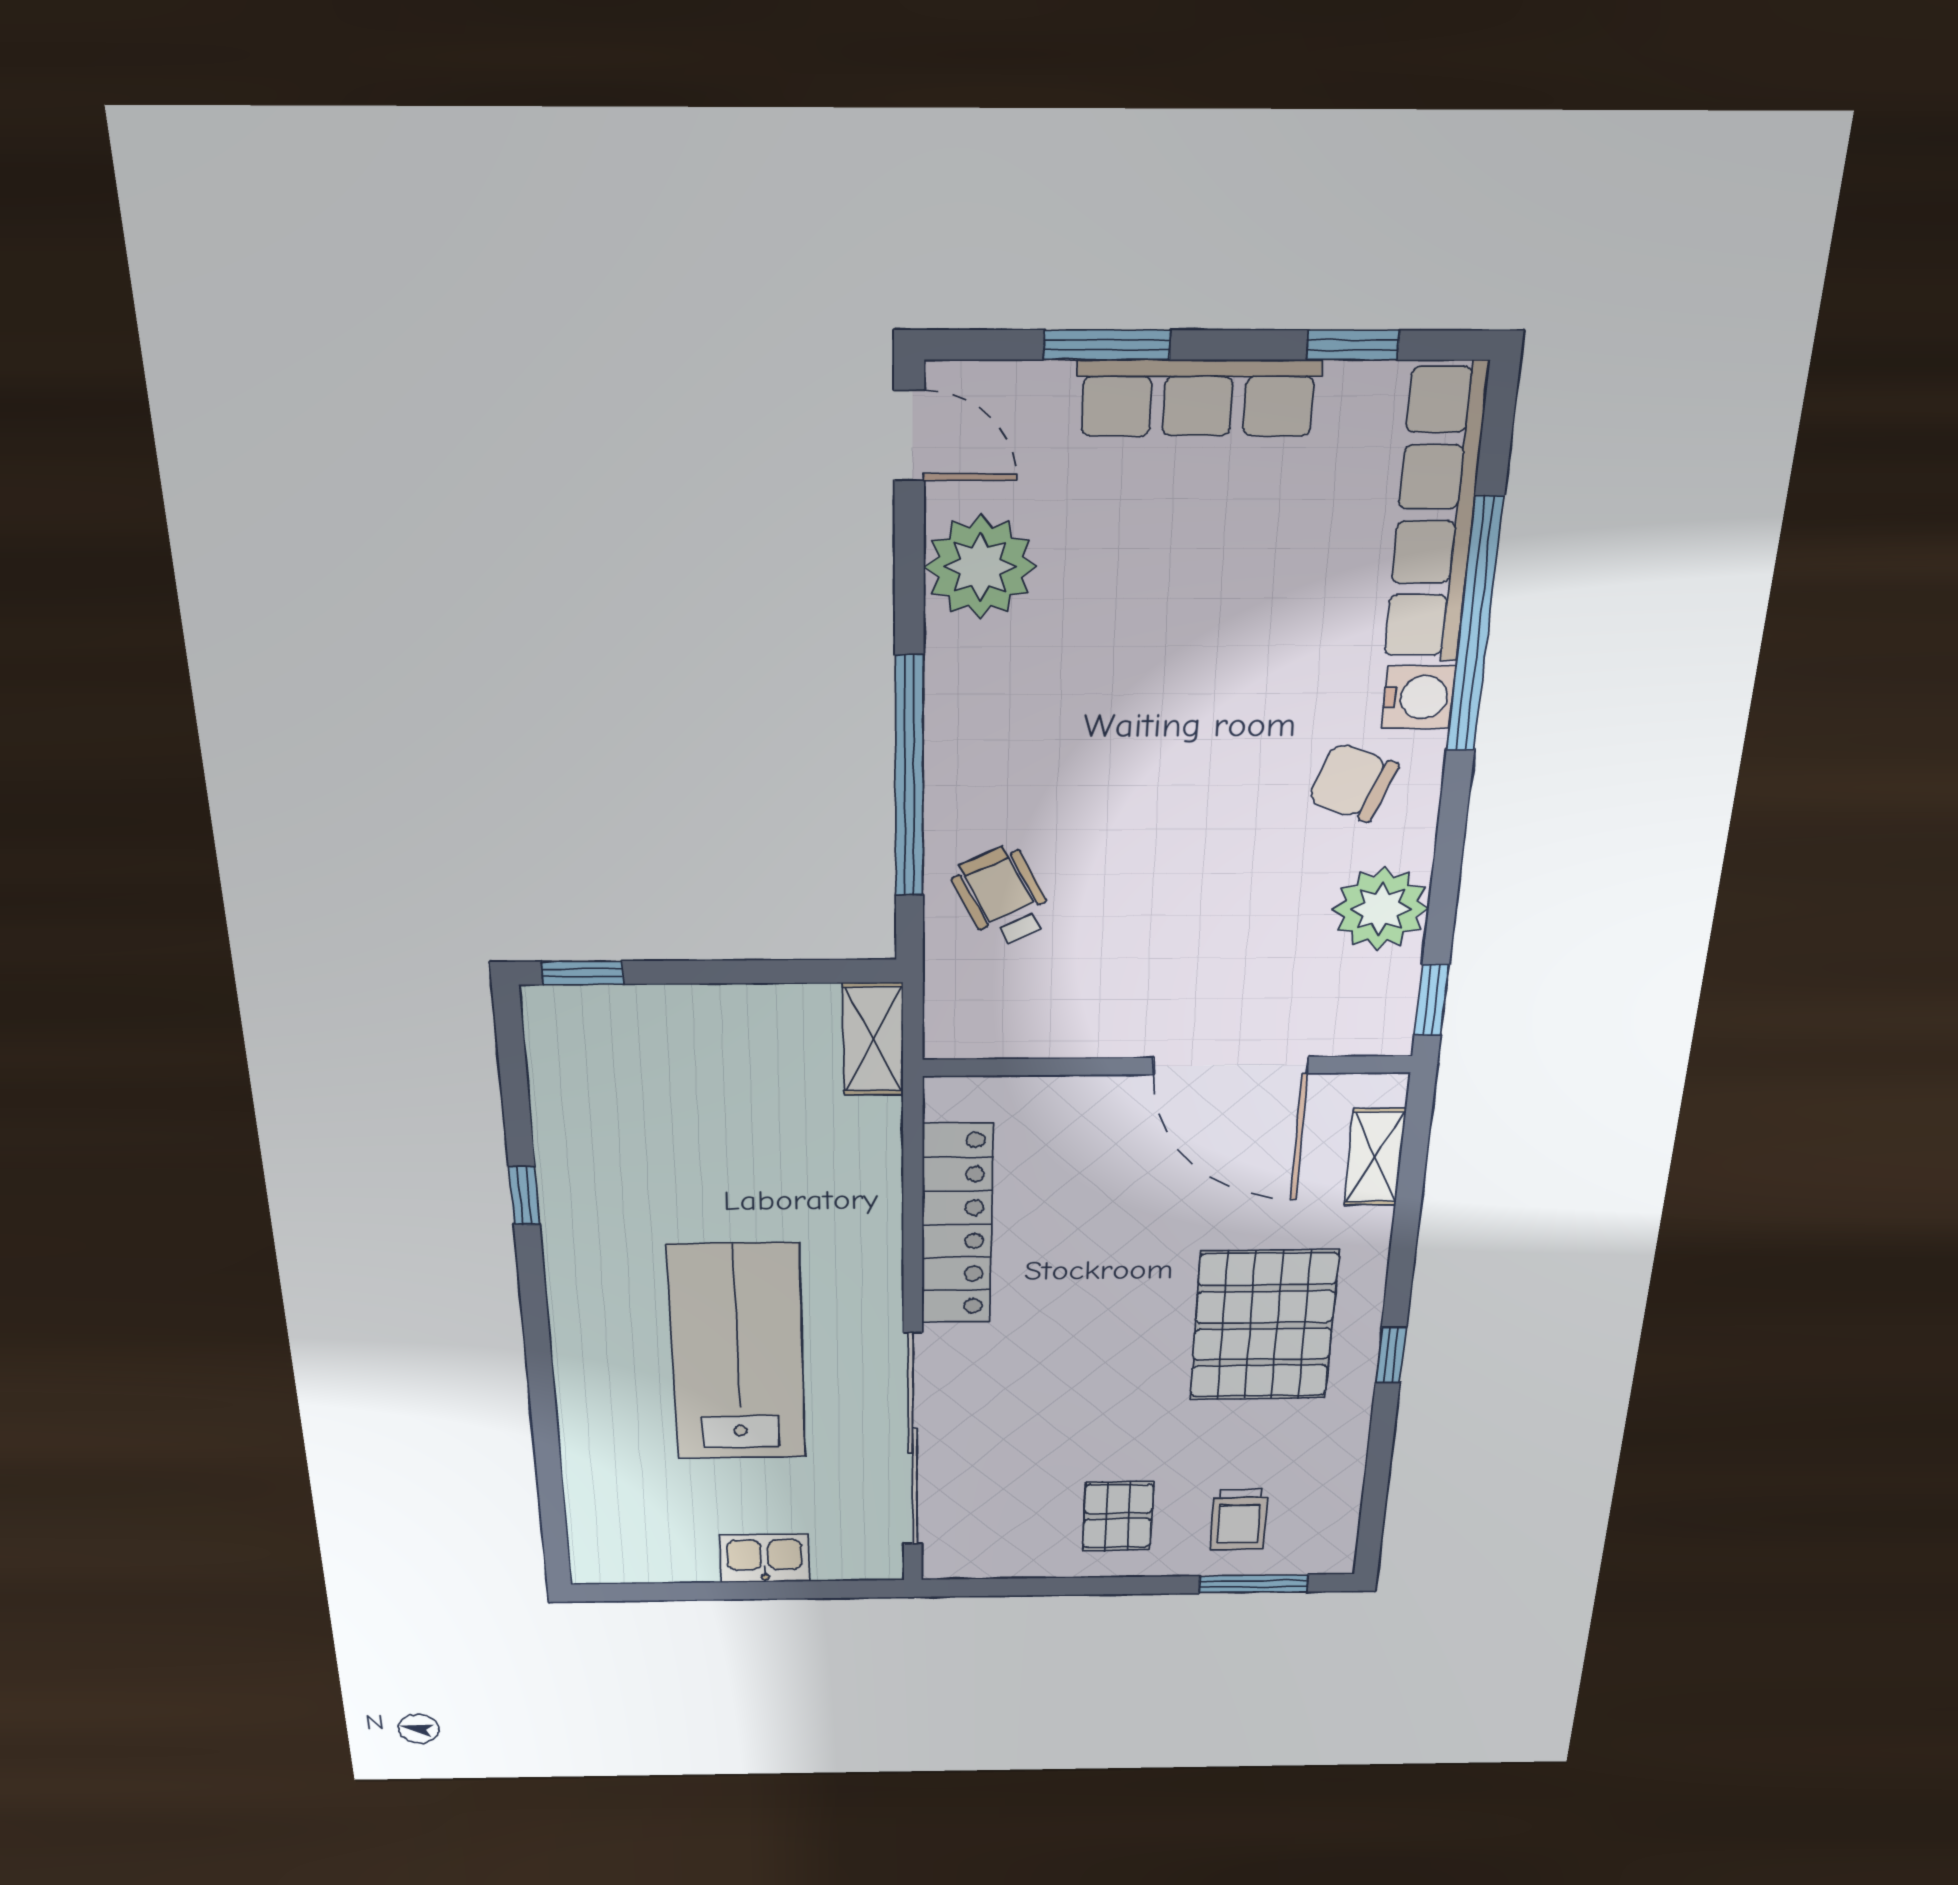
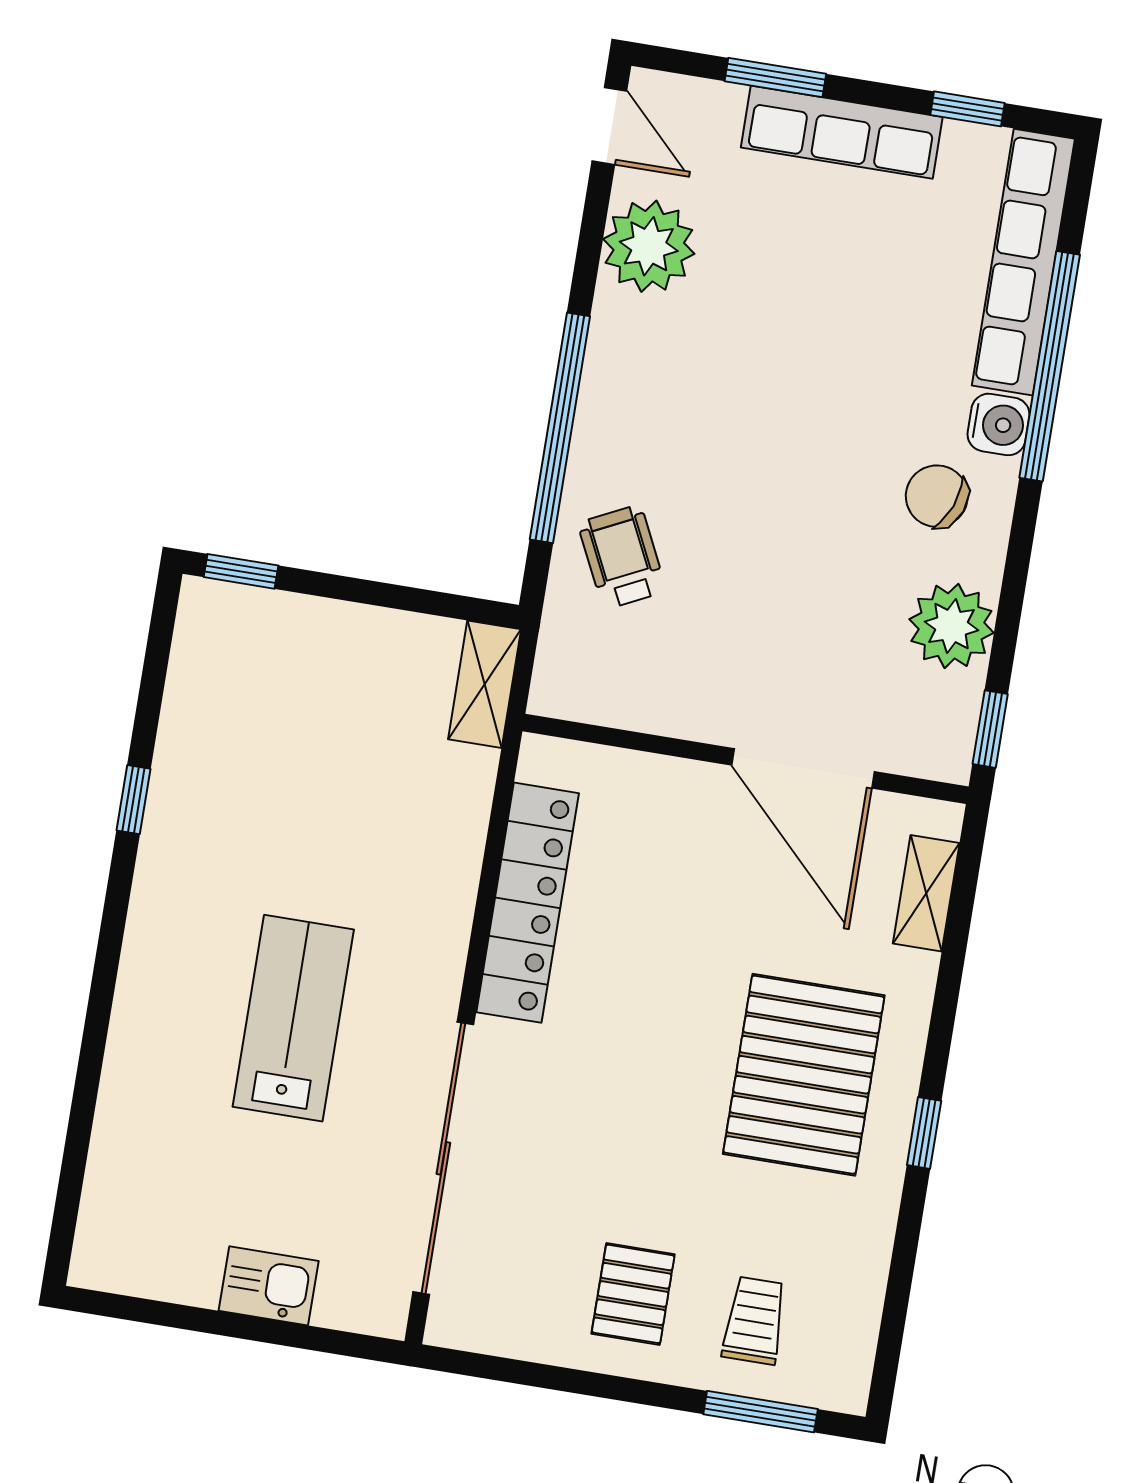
lab bench: (737, 1353) -> (293, 1018), width x0.73, depth x0.72
trolley: (1239, 1520) -> (755, 1321), turned 180

